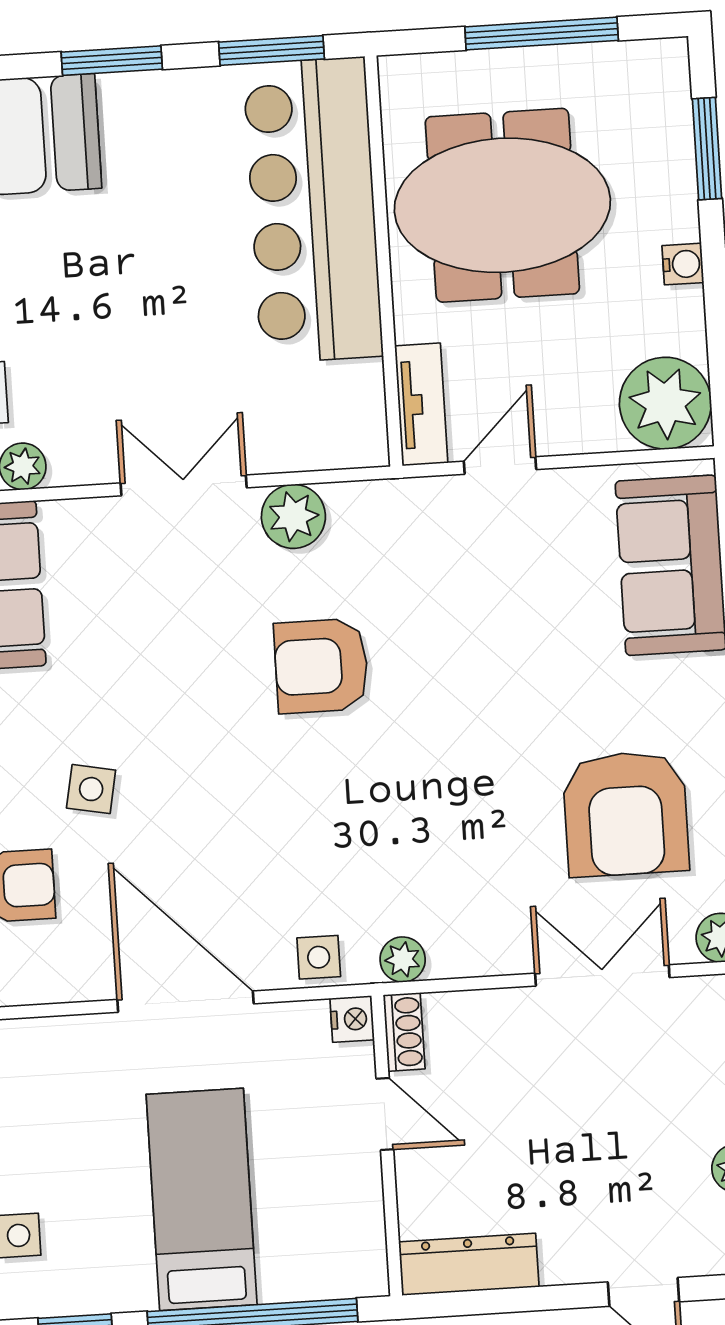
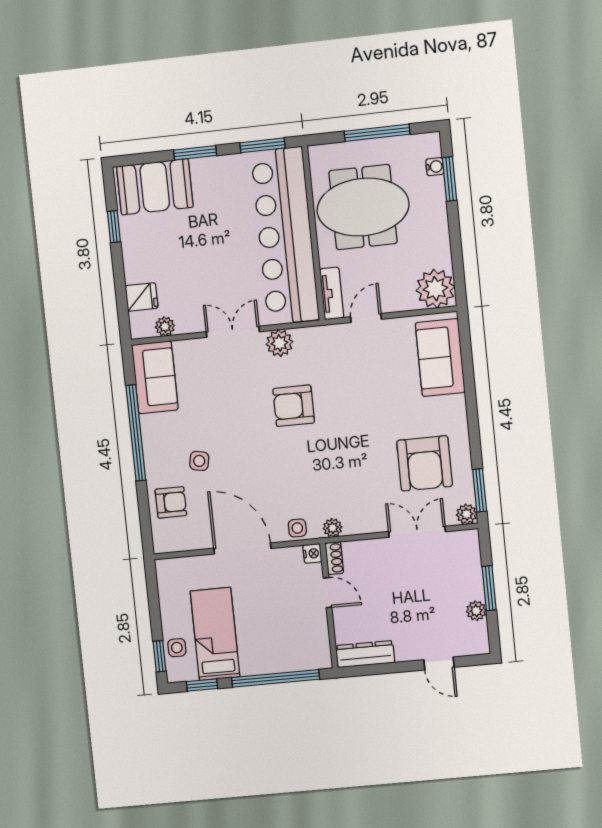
bar counter: (313, 210) -> (285, 236), width x1.36
water cooler: (683, 264) -> (435, 167), moved
bed: (202, 1199) -> (215, 634), moved

